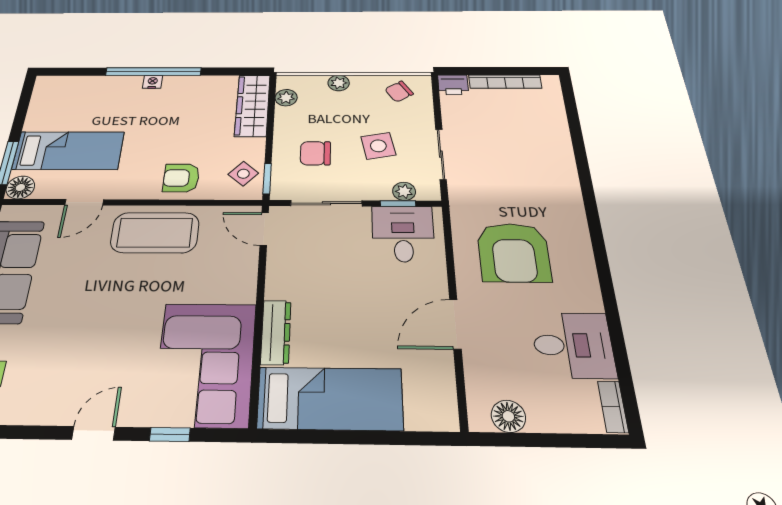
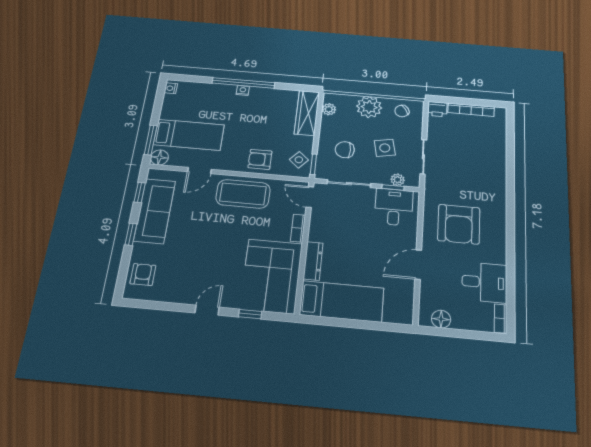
plant: (339, 83) -> (369, 107), width x1.88, depth x1.88
nightstand: (42, 87) -> (171, 88), added
bookcase: (247, 280) -> (298, 228), added

